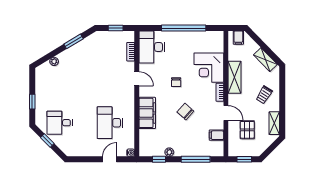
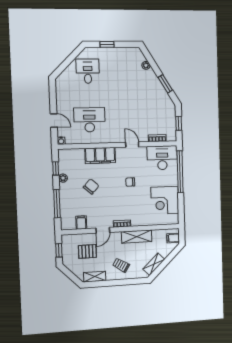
window: (184, 28) -> (180, 172), moved
corner desk: (209, 68) -> (165, 200), moved, turned -90
door: (137, 79) -> (132, 145), swing flipped
chair: (185, 112) -> (91, 187), moved
window: (47, 141) -> (70, 59), removed

